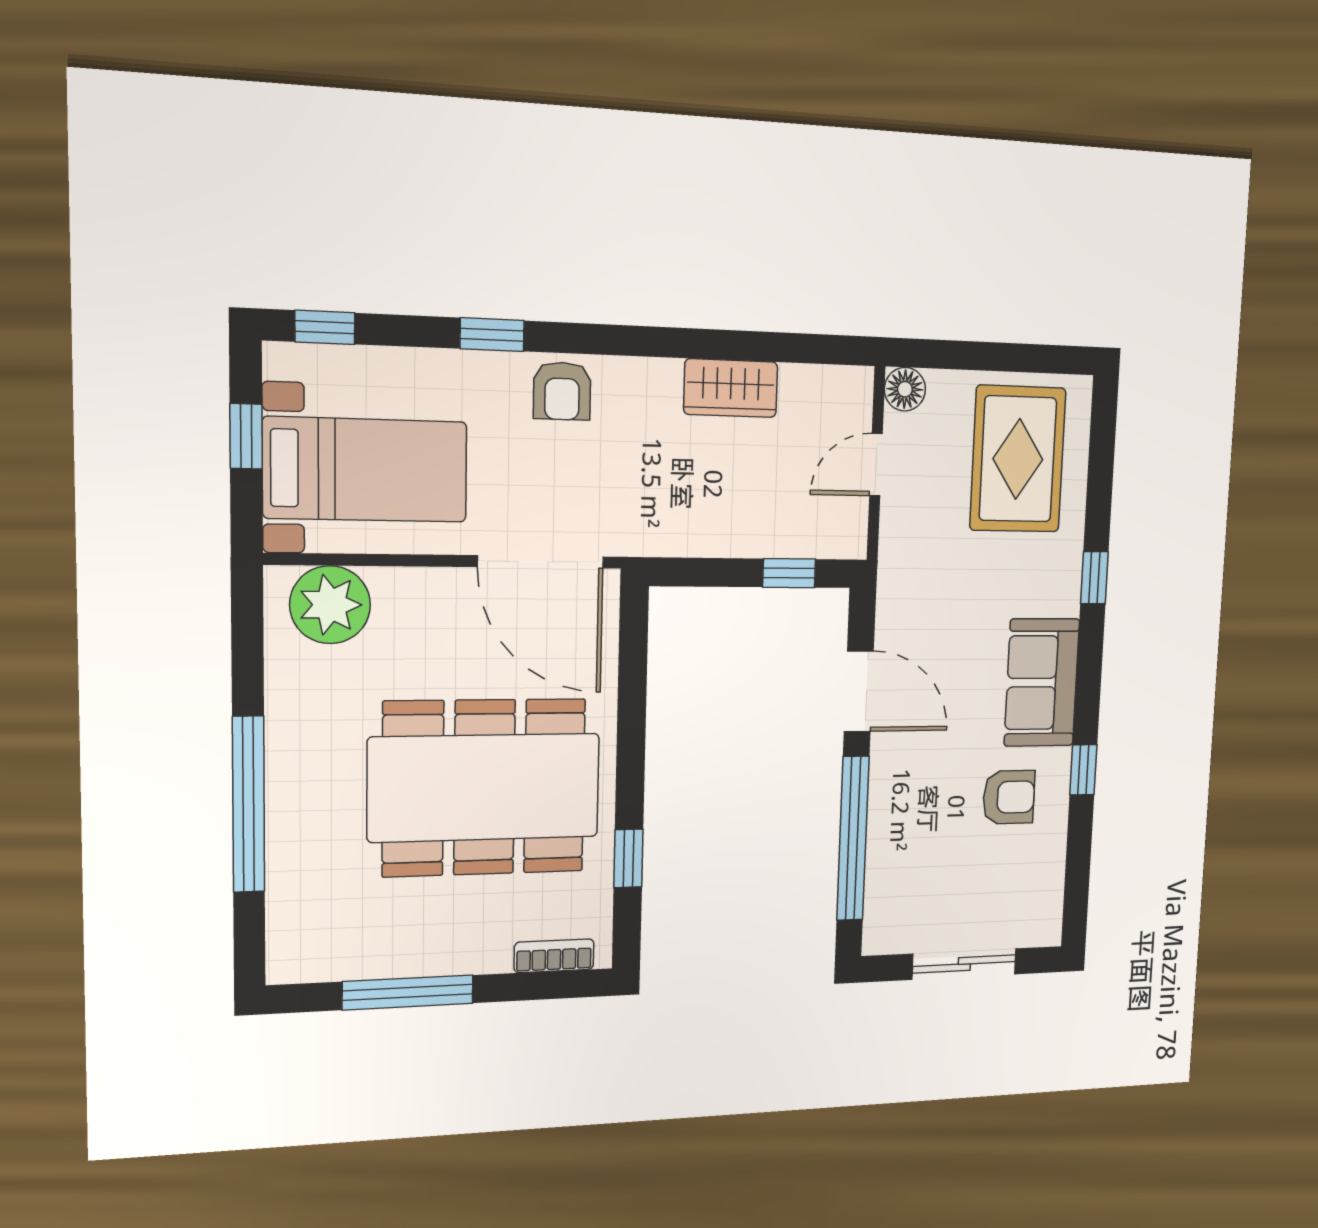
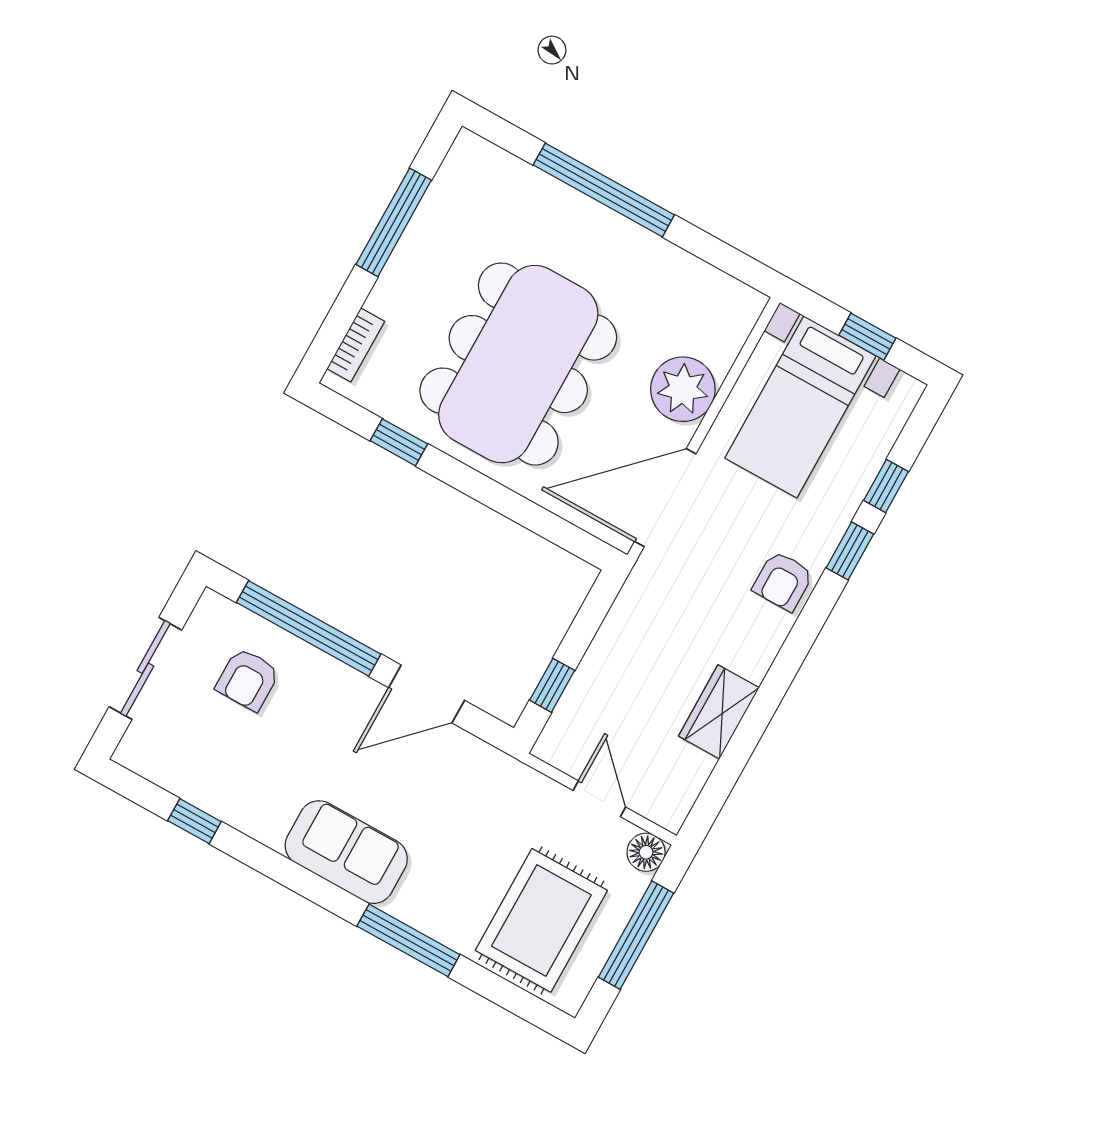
window: (325, 327) -> (886, 486), moved
window: (988, 356) -> (636, 935), added
armchair: (562, 391) -> (783, 581), turned -90
rug: (1018, 459) -> (541, 920), turned 90
window: (1094, 578) -> (408, 940), width x2.17
plant: (330, 605) -> (683, 389), moved
window: (1083, 770) -> (194, 821), moved
armchair: (1009, 797) -> (248, 679), moved

